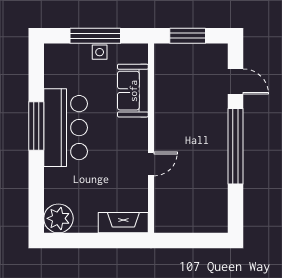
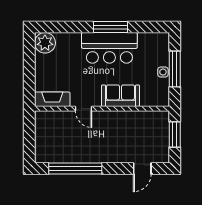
sofa: (133, 91) -> (120, 96), moved
window: (235, 146) -> (75, 168), moved
fireplace: (123, 223) -> (52, 99), moved, turned -90

